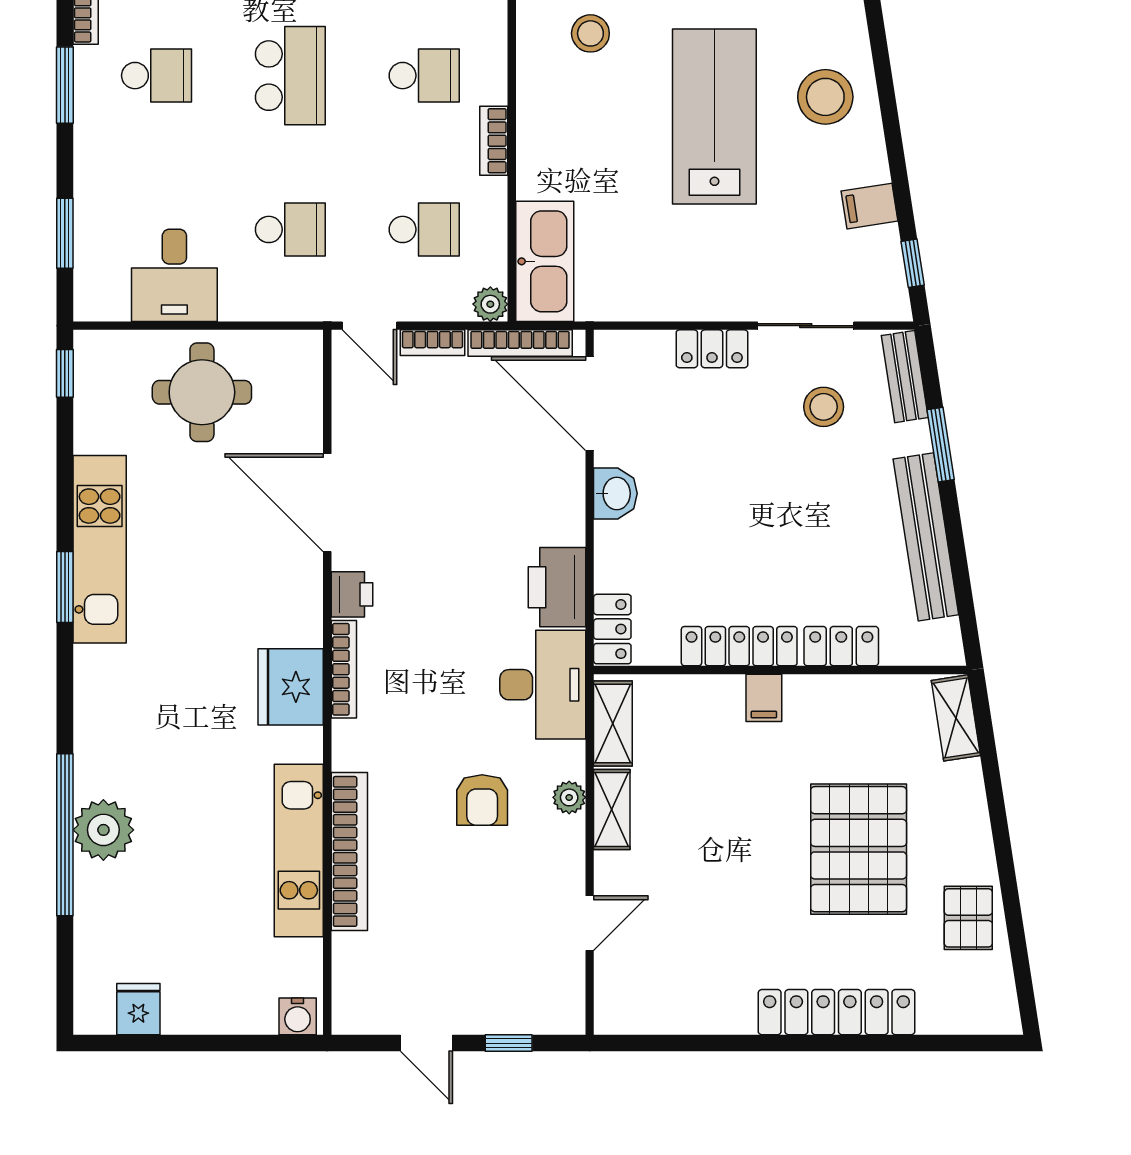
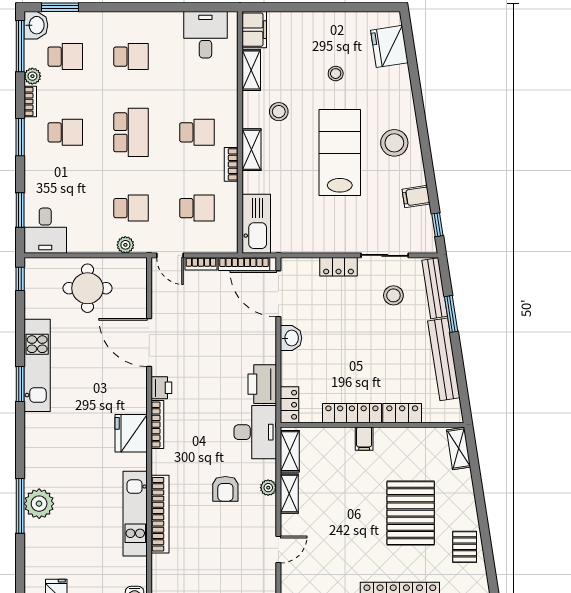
shelving: (535, 111) -> (251, 150), added
desk: (174, 275) -> (45, 231), moved
plant: (490, 304) -> (125, 245), moved
bench: (905, 377) -> (435, 288), width x1.36
window: (65, 835) -> (20, 506), width x0.68

